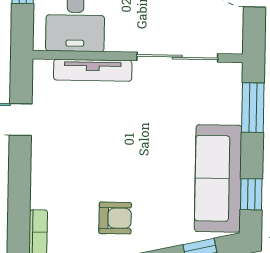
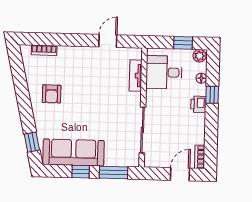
tv unit: (93, 70) -> (136, 76), width x0.71
window: (251, 194) -> (81, 172), moved

